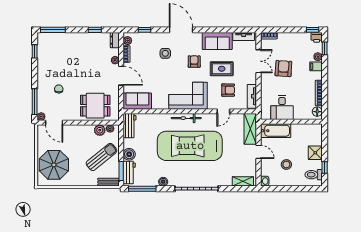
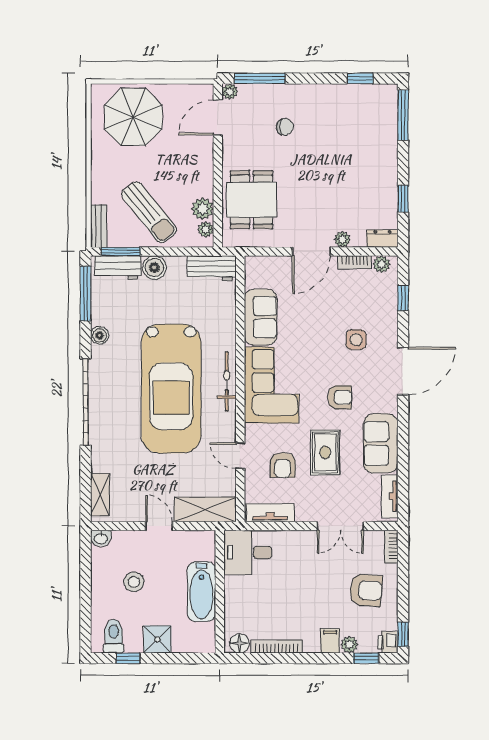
armchair: (283, 69) -> (366, 590), moved
sofa: (137, 101) -> (261, 317), moved
desk: (282, 107) -> (248, 552), moved
bathtub: (276, 131) -> (201, 592), moved
car: (190, 146) -> (171, 389), turned 180
door: (259, 152) -> (159, 526), swing flipped

